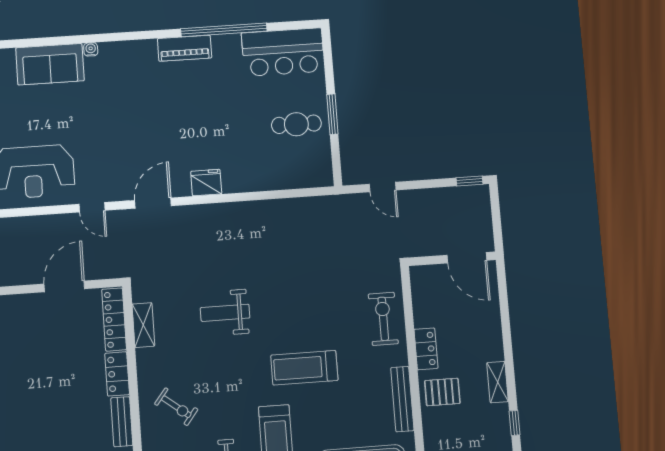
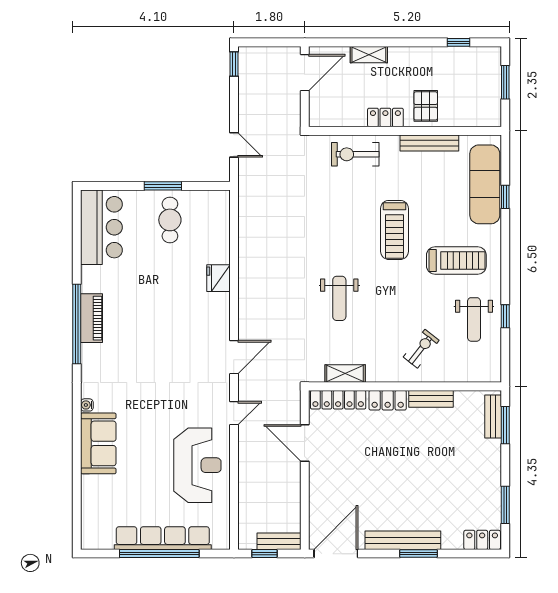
window: (224, 30) -> (77, 324), moved
fridge: (206, 183) -> (218, 278), moved
door: (383, 187) -> (234, 145), hinge flipped
door: (153, 203) -> (234, 357), swing flipped
shelving: (498, 382) -> (369, 55), moved

